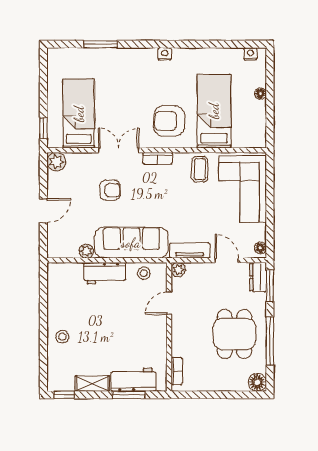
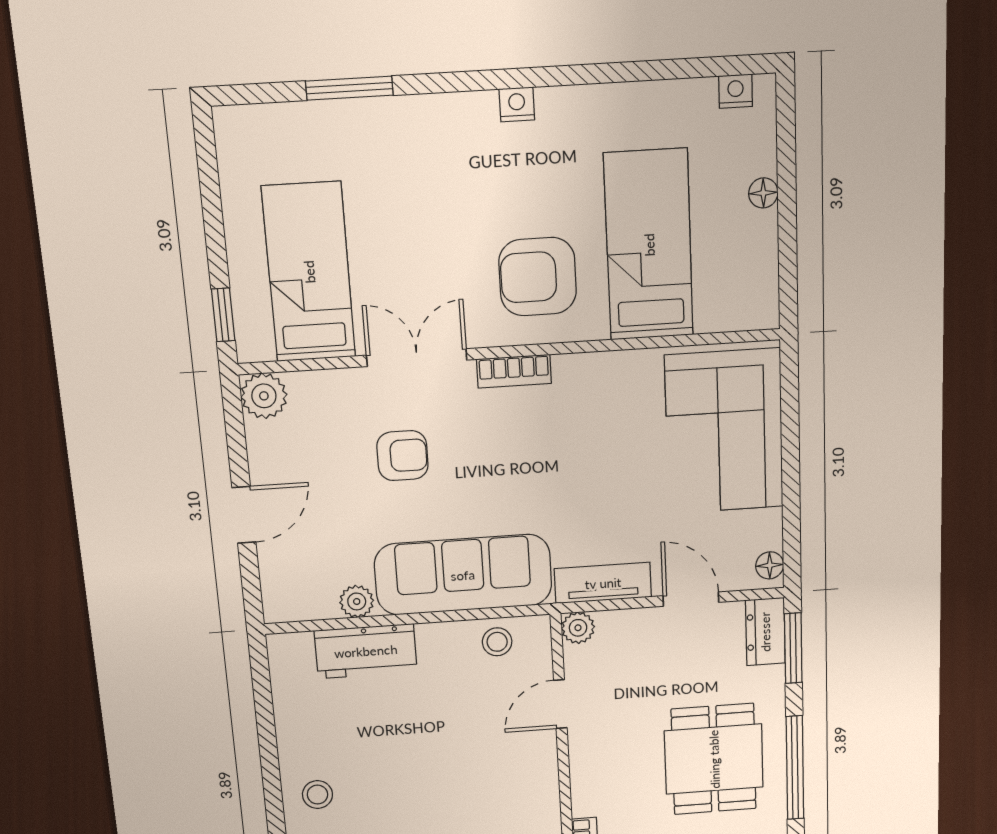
coffee table: (200, 169) -> (619, 391), removed
workbench: (105, 273) -> (366, 651), moved

